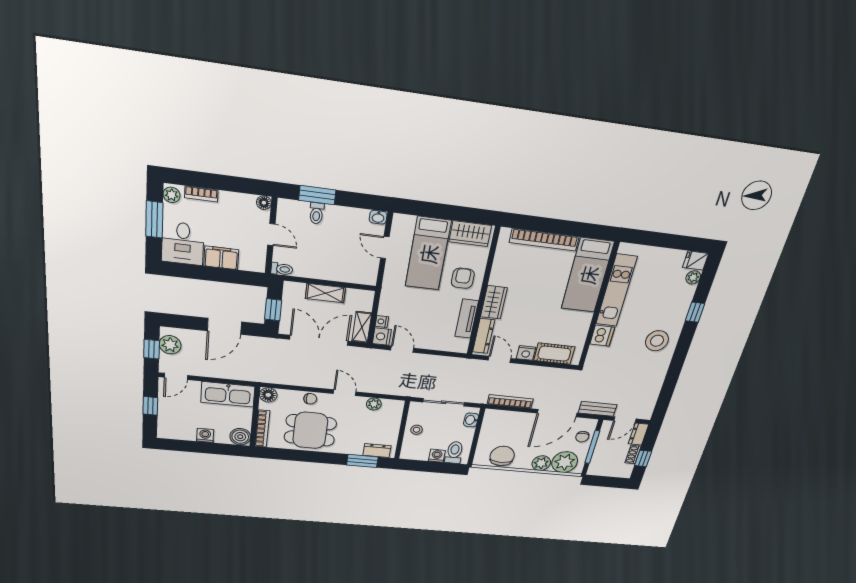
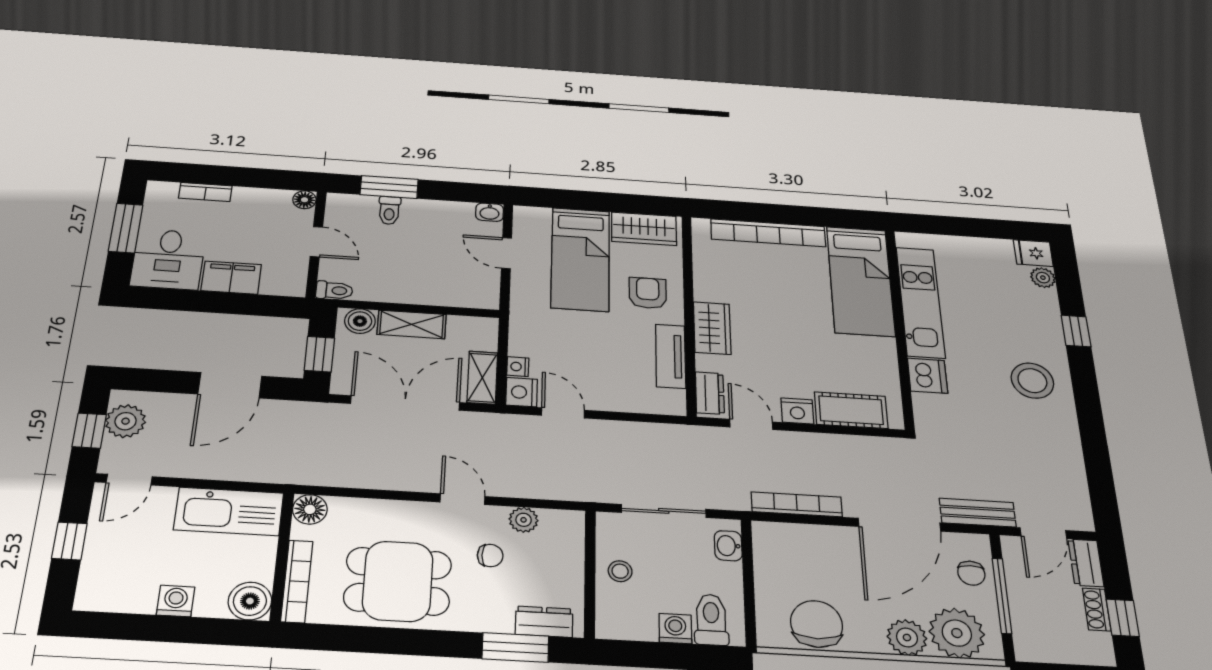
plant: (172, 195) -> (158, 195), removed
boiler: (296, 290) -> (360, 321), added
dresser: (484, 336) -> (710, 393), width x0.70
chair: (310, 399) -> (490, 556), moved

